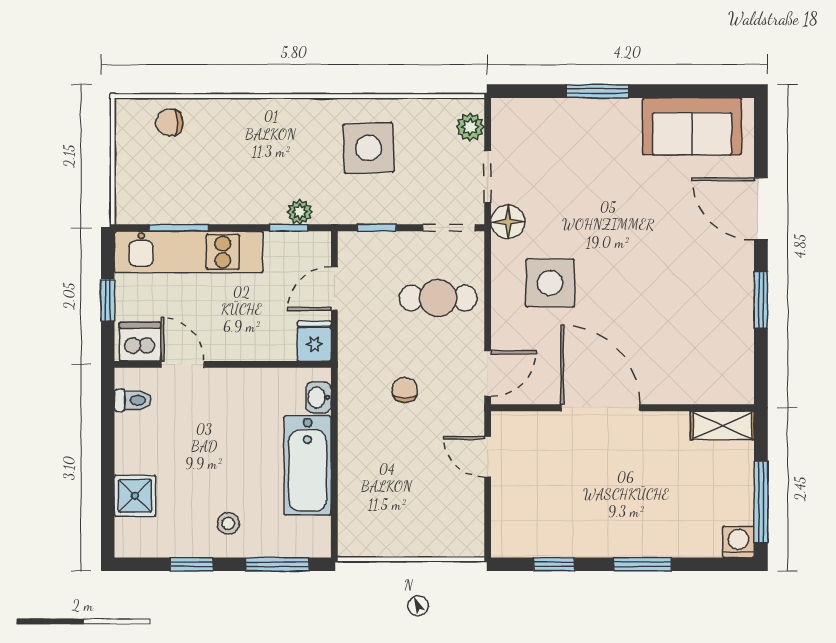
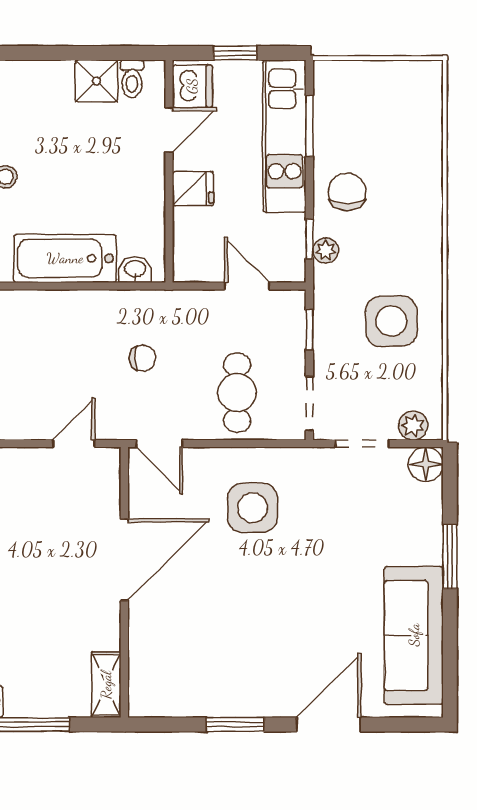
chair: (170, 123) -> (347, 192), moved, width x1.37, depth x1.37
sofa: (692, 126) -> (414, 635), width x1.36
floor lamp: (508, 222) -> (426, 464), moved
fridge: (314, 341) -> (193, 189), moved
shower: (135, 496) -> (96, 81), moved

